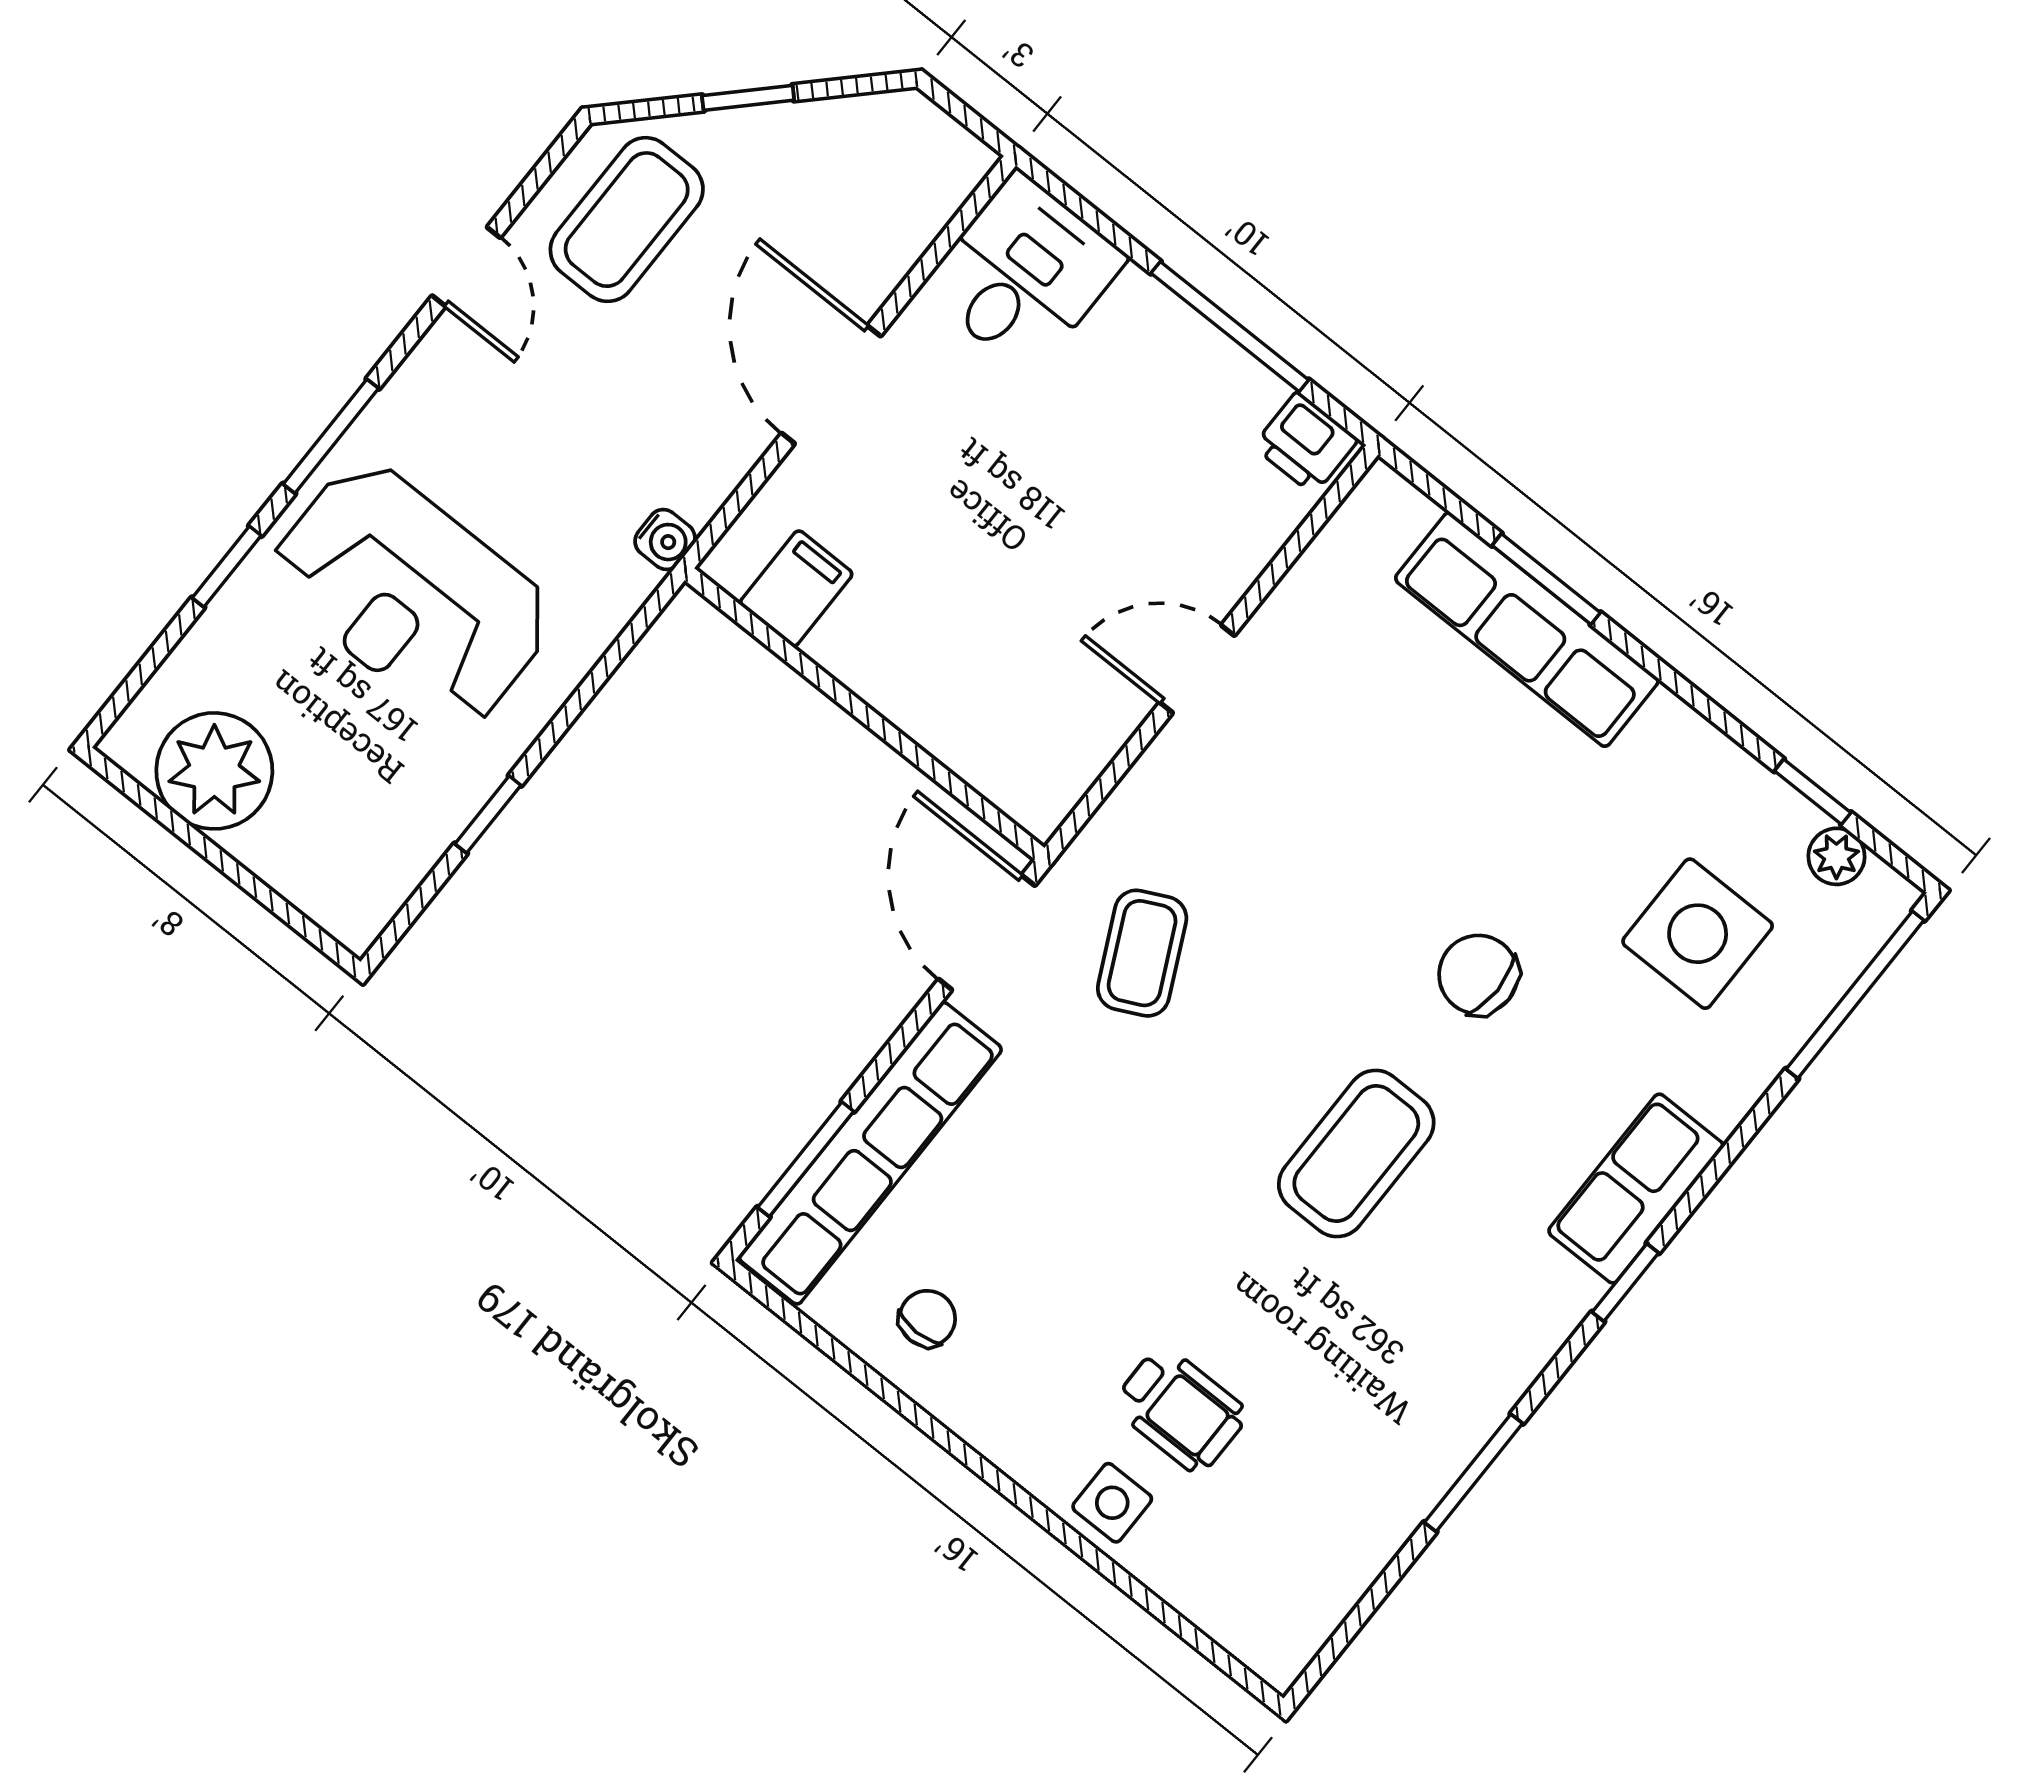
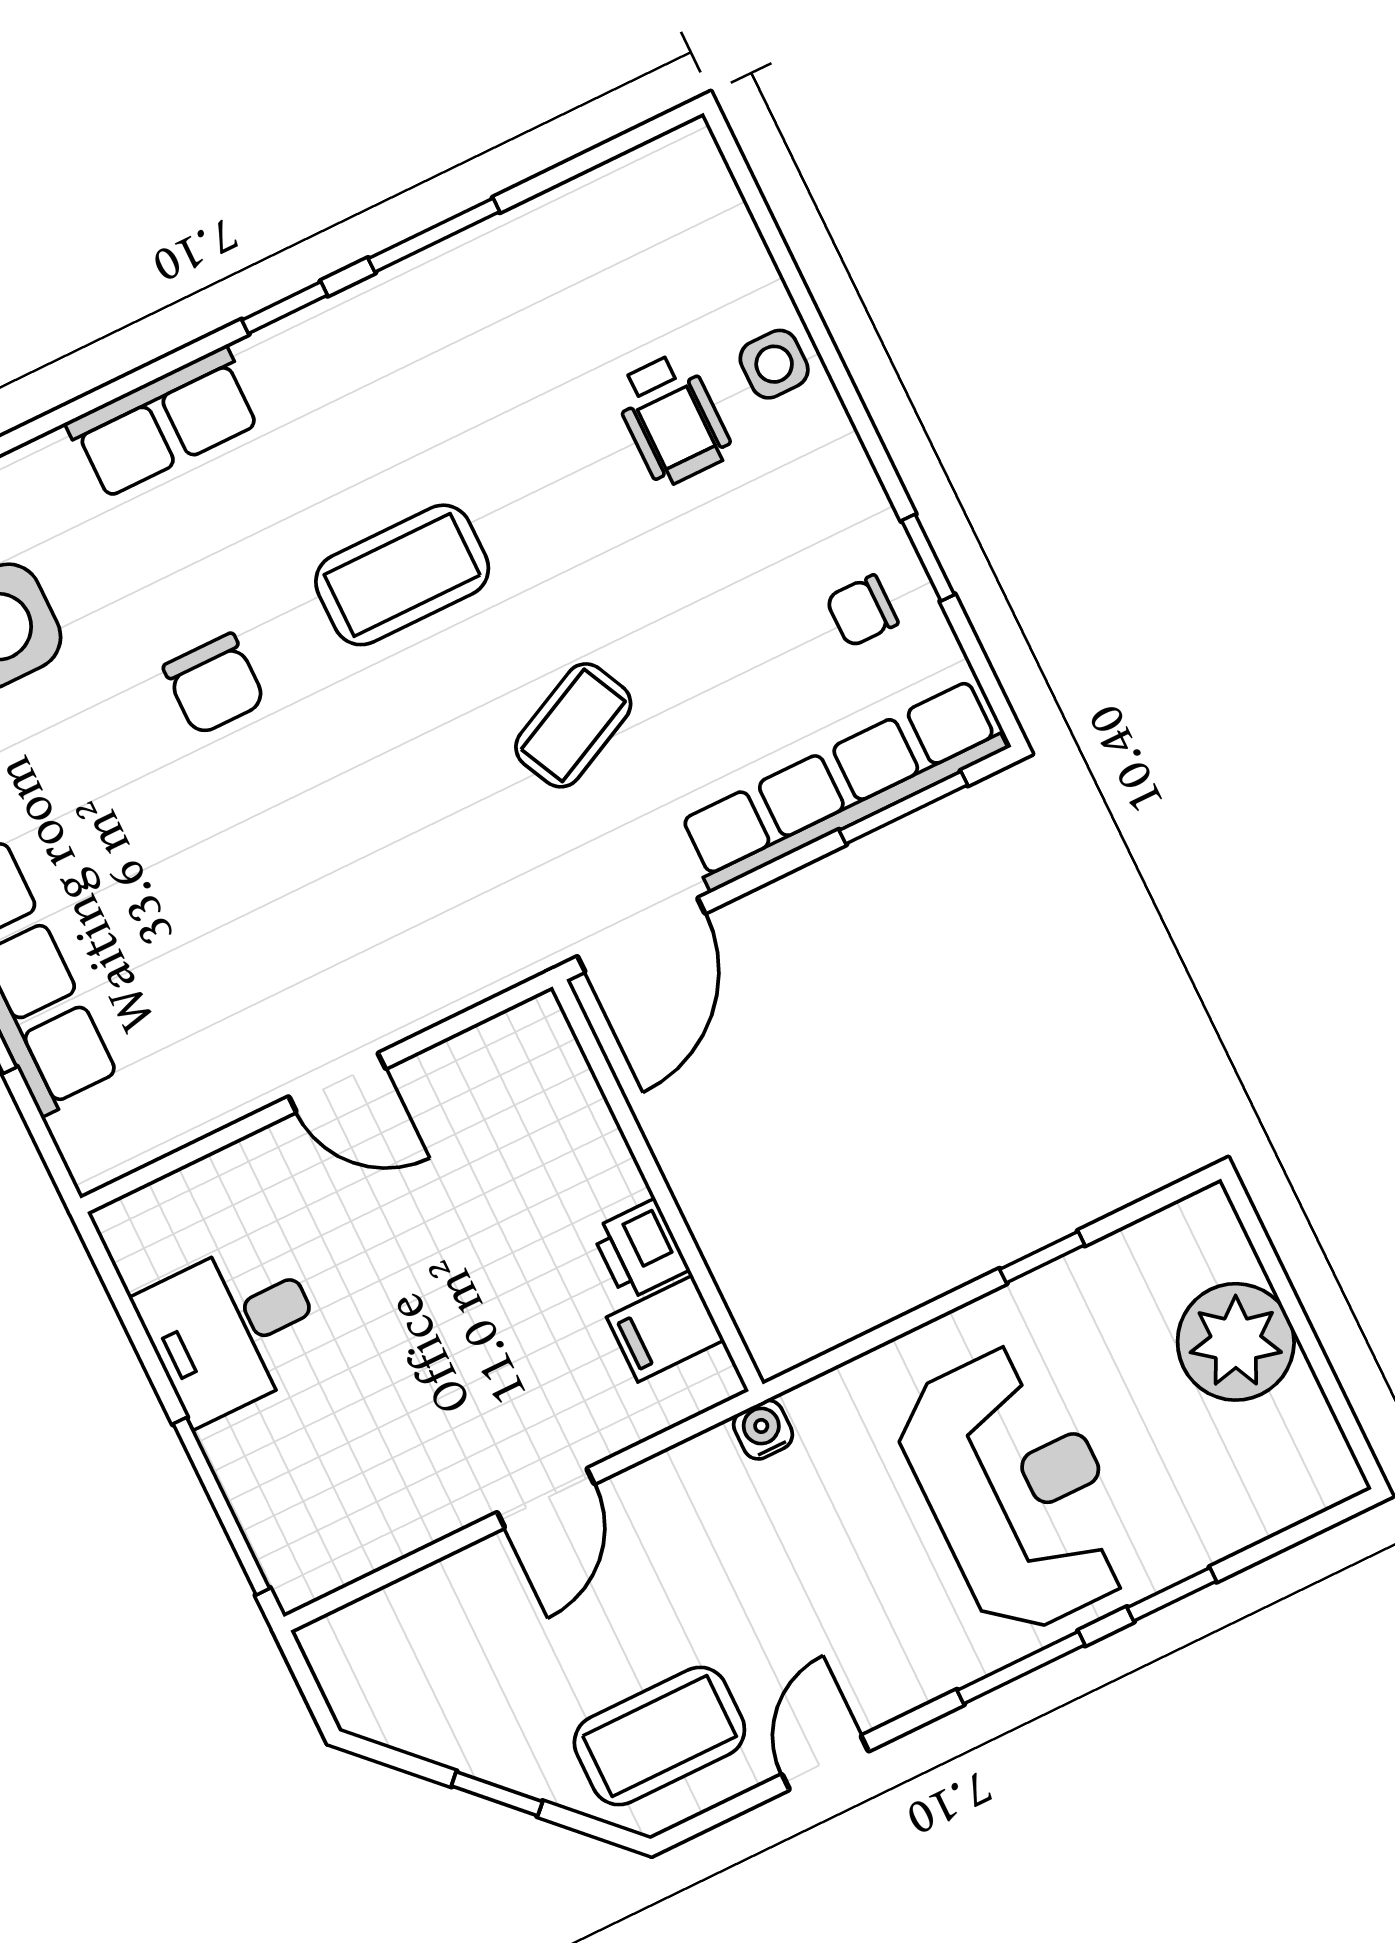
desk: (1024, 273) -> (232, 1329), moved
window: (1230, 327) -> (221, 1506), moved
door: (831, 385) -> (546, 1498), width x0.73
printer: (1306, 443) -> (640, 1250), moved, turned 180
plant: (214, 771) -> (1236, 1342), moved
coffee table: (1142, 953) -> (573, 725), moved
window: (1625, 1282) -> (285, 308), moved
window: (891, 1395) -> (928, 558), added
wheelchair: (1180, 1409) -> (672, 419), turned 180

